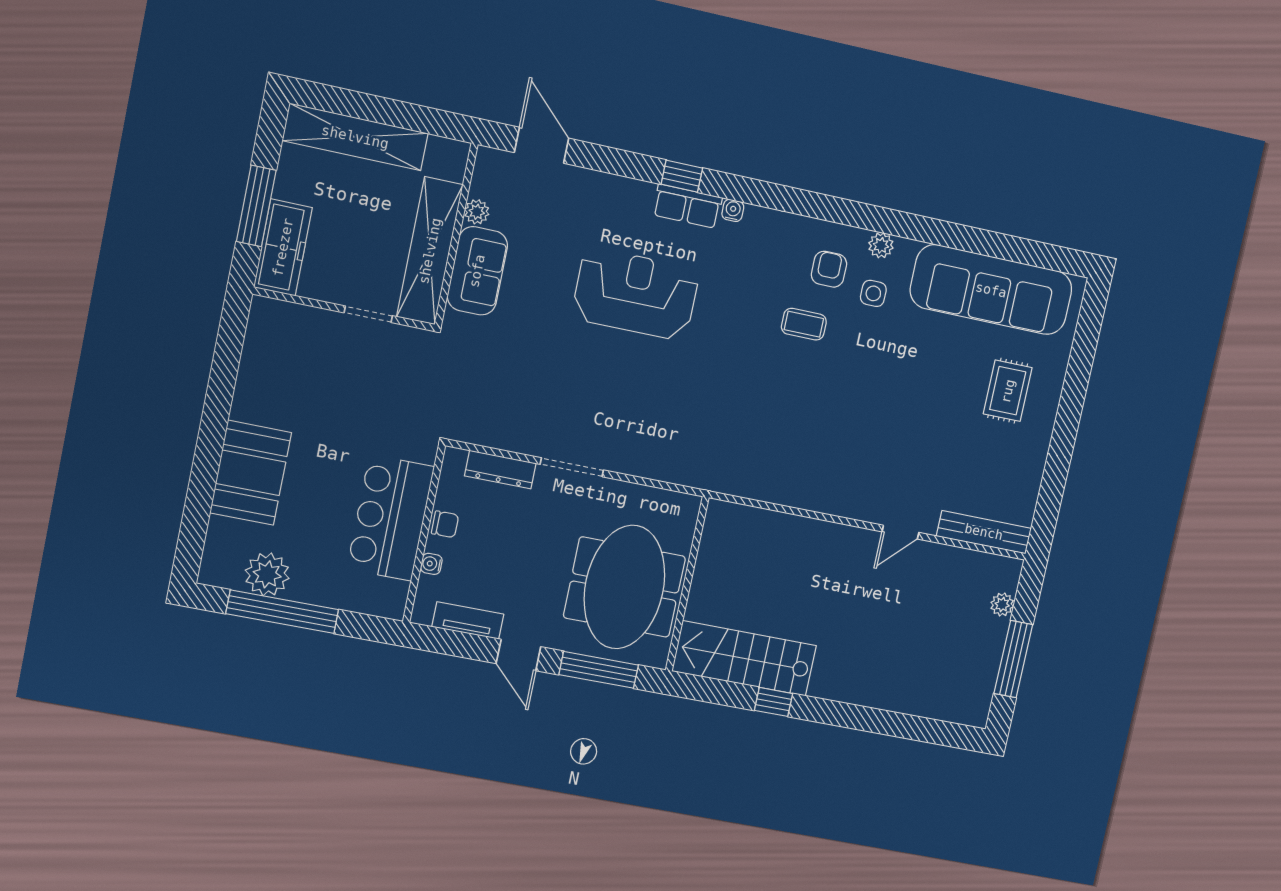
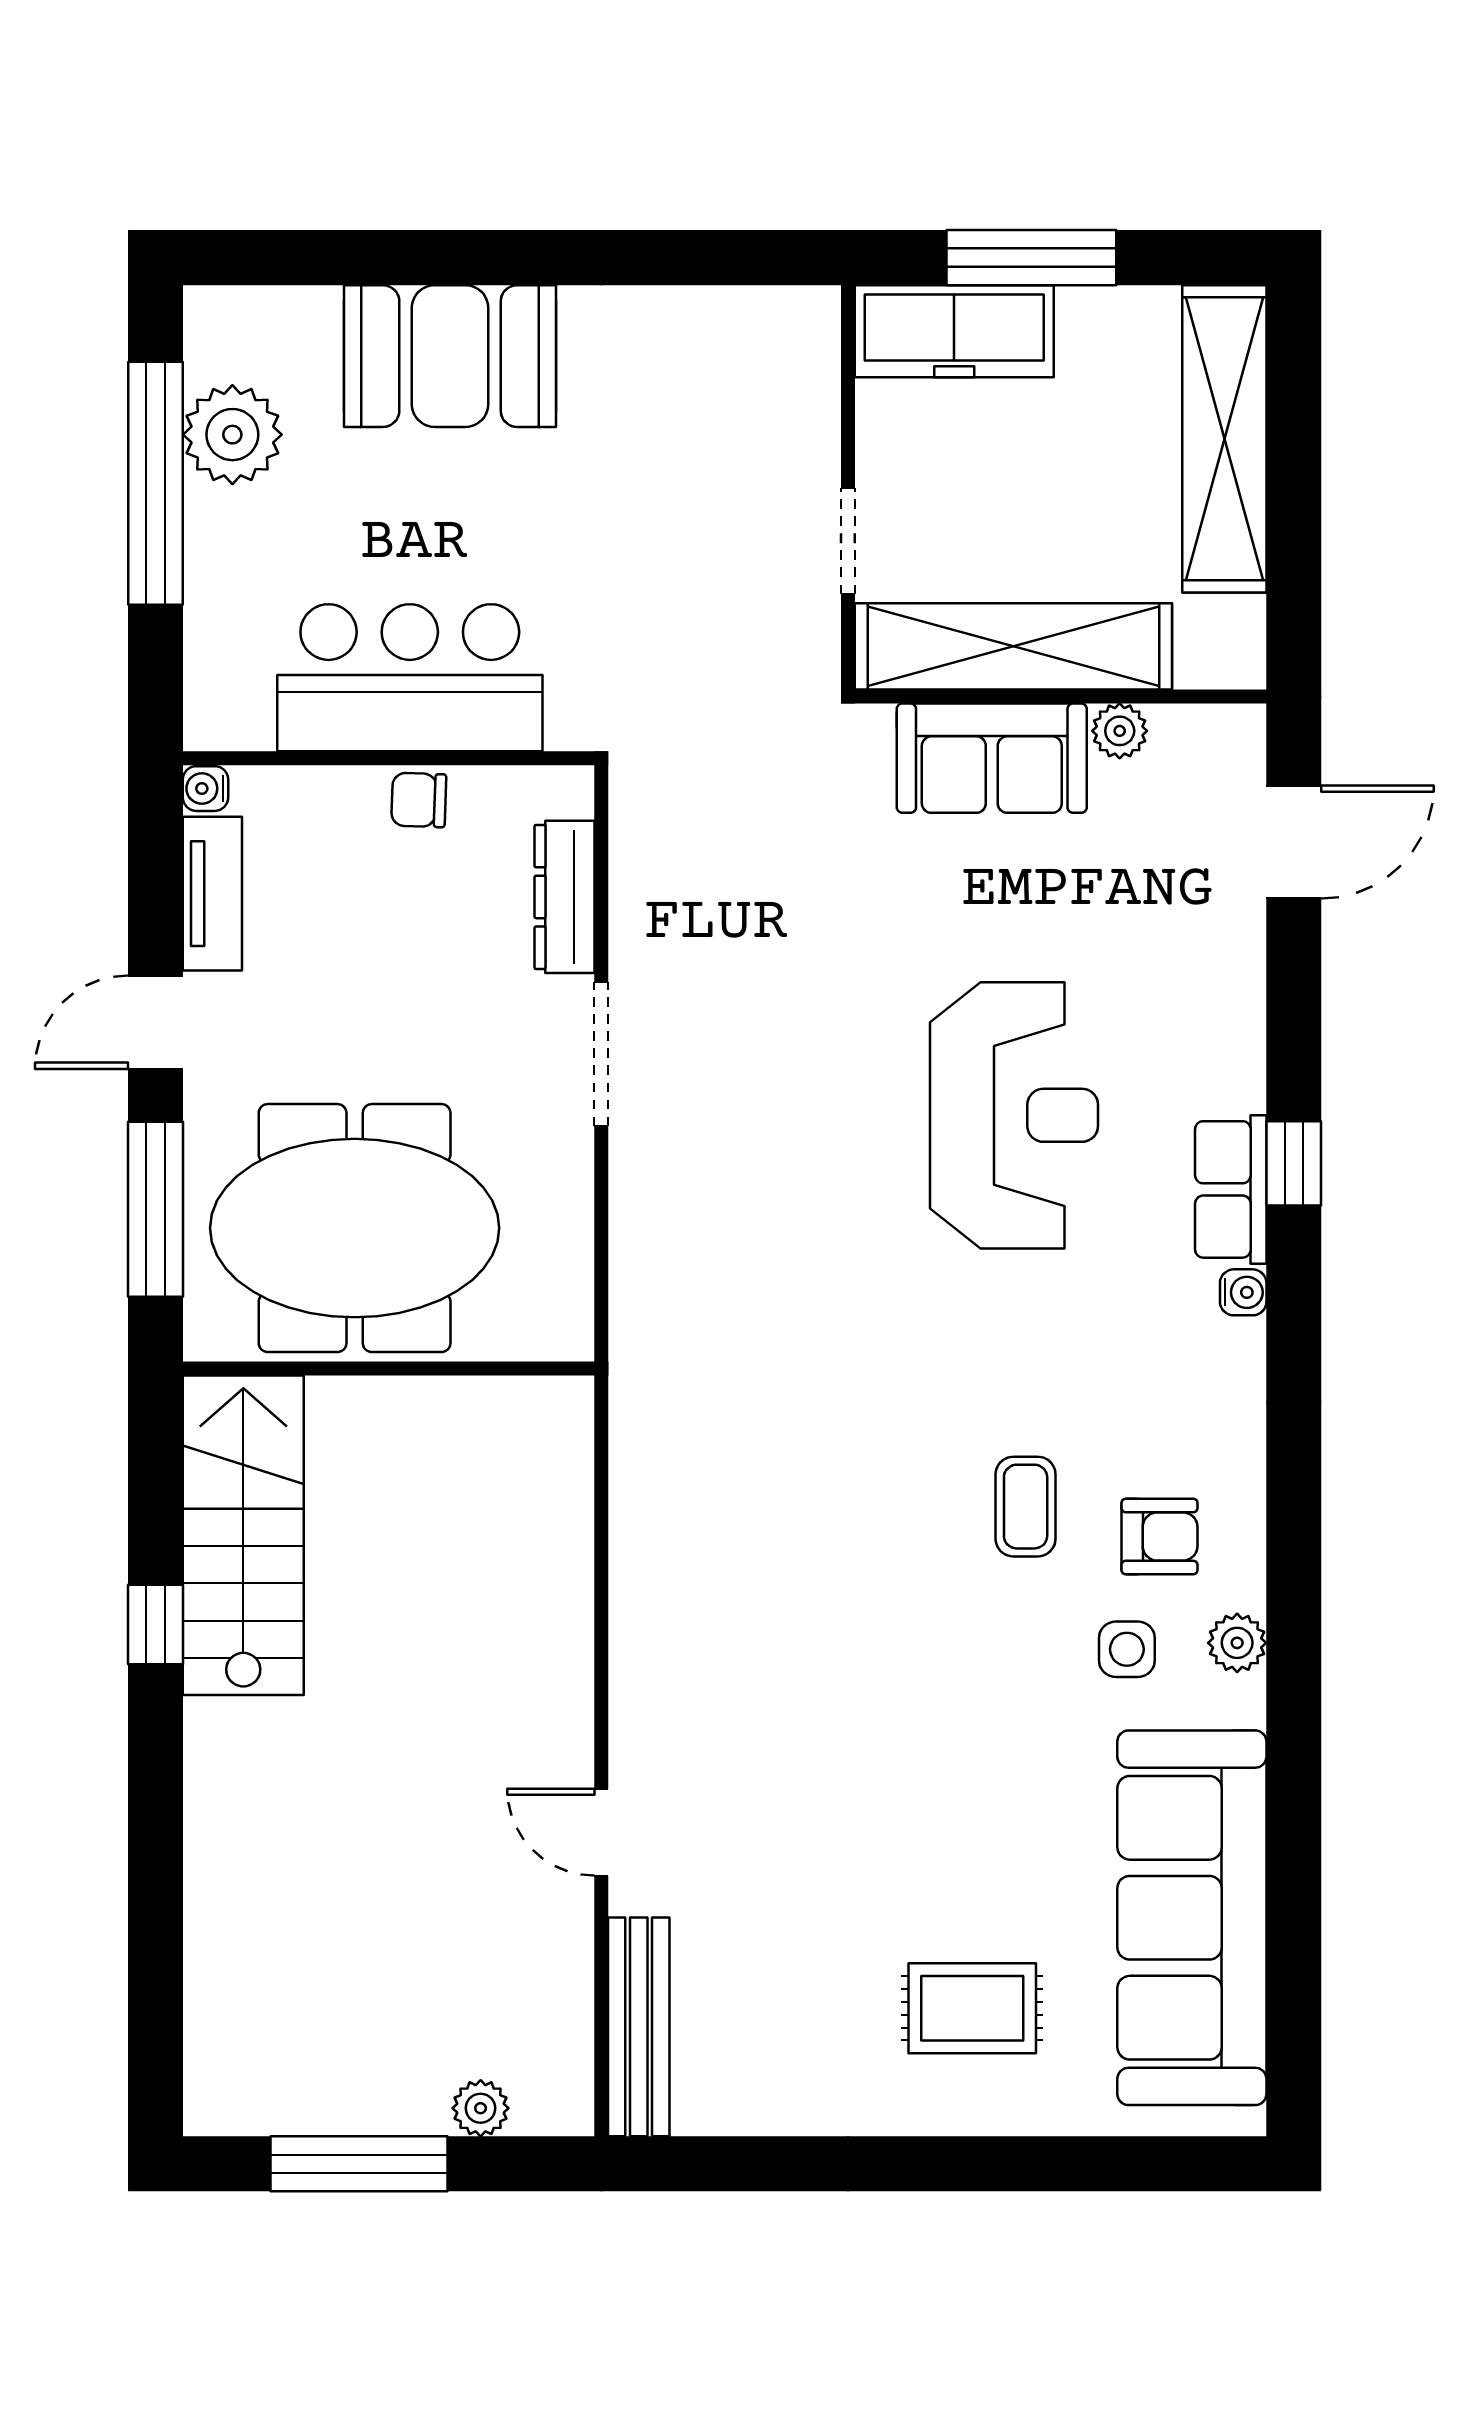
chair: (445, 524) -> (419, 800), turned 92
water cooler: (431, 564) -> (205, 789), moved, turned -90

